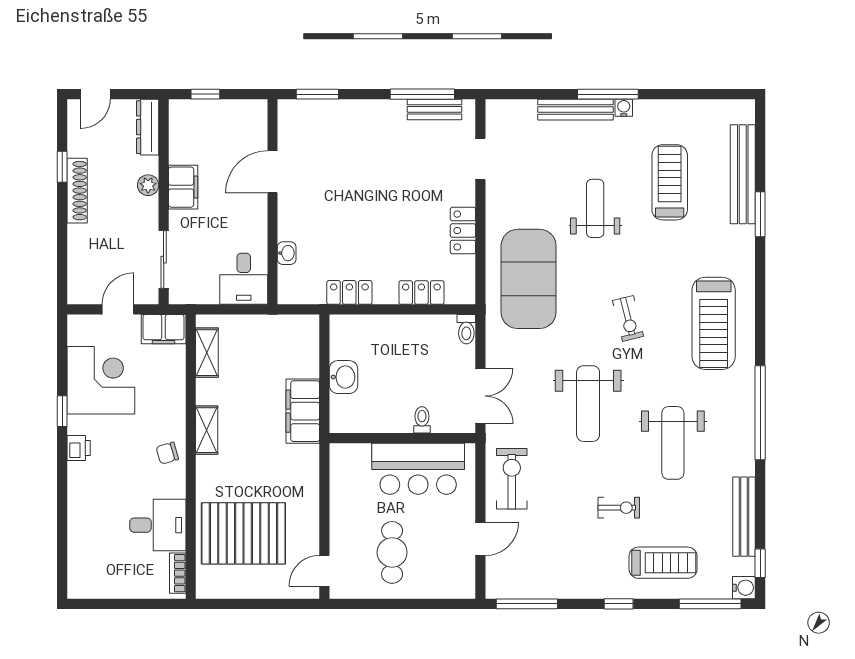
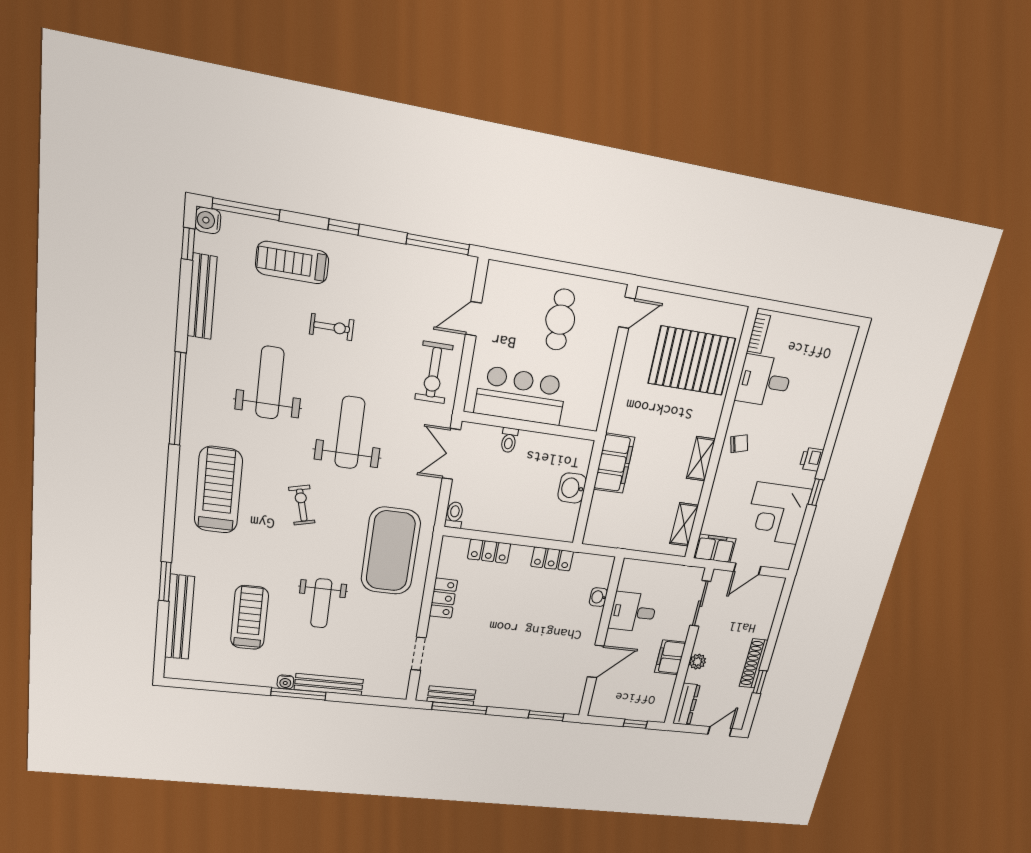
treadmill: (670, 182) -> (250, 618), turned 180
desk: (244, 279) -> (633, 612), moved, turned -90
exercise bike: (619, 508) -> (332, 327), turned 180

